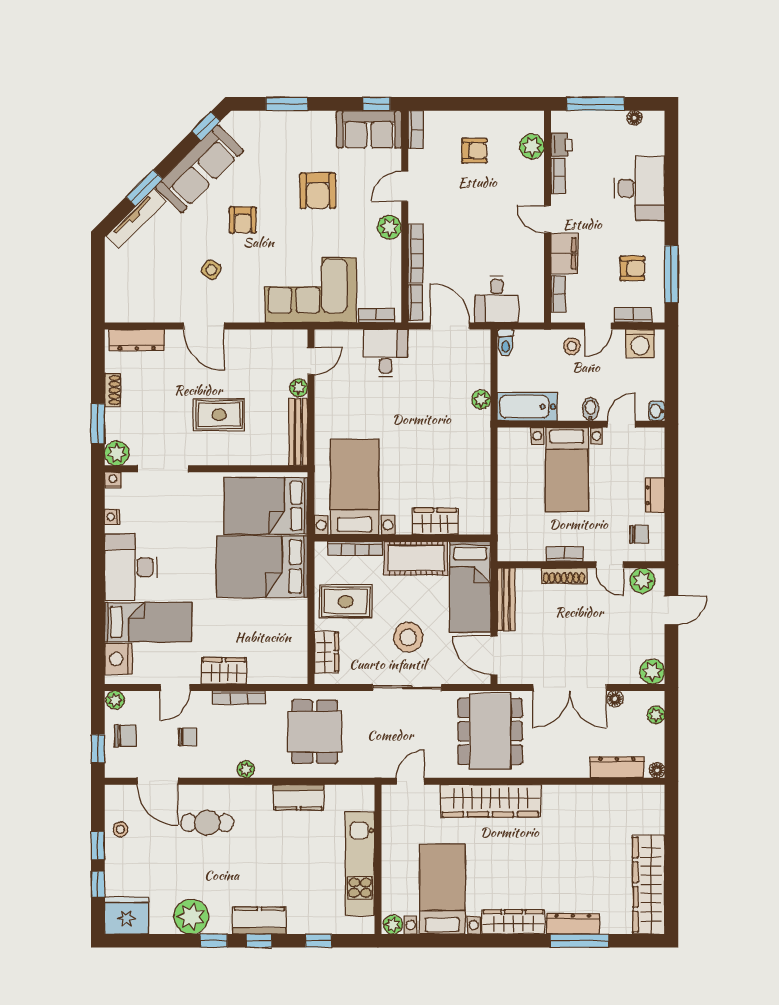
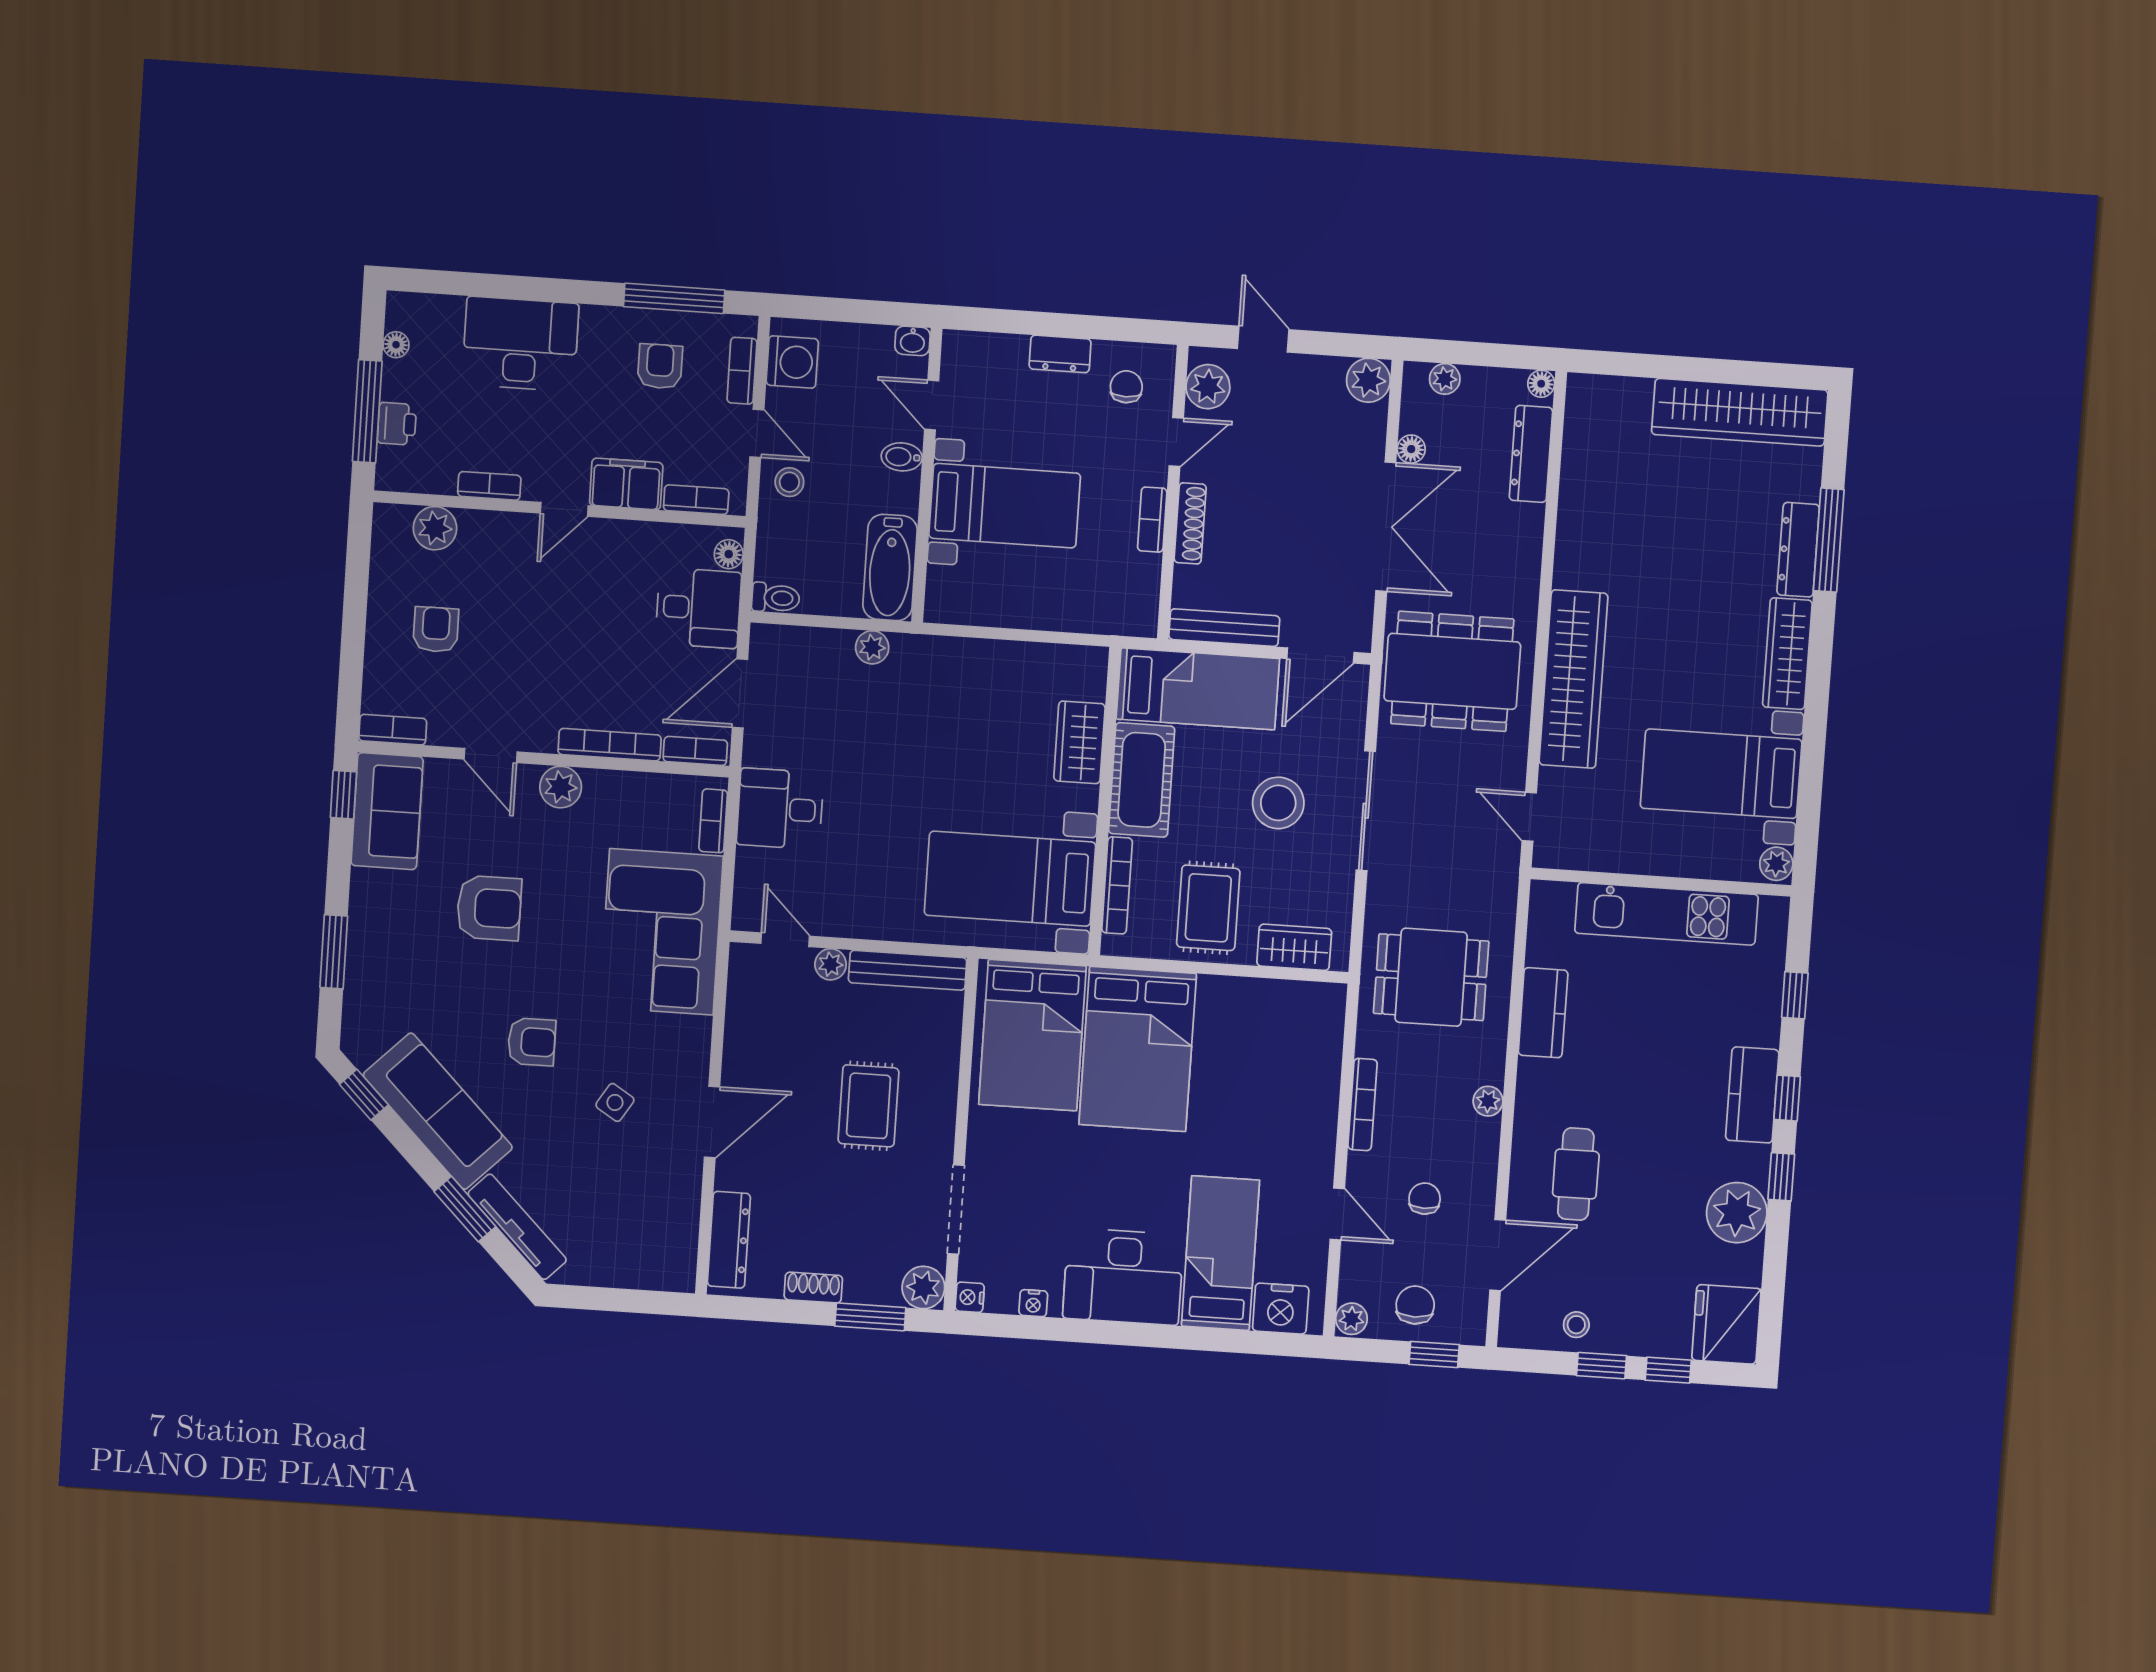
printer: (561, 145) -> (397, 424), moved, turned 90
floor lamp: (529, 314) -> (729, 554), added
wardrobe: (224, 671) -> (1314, 1127), removed

